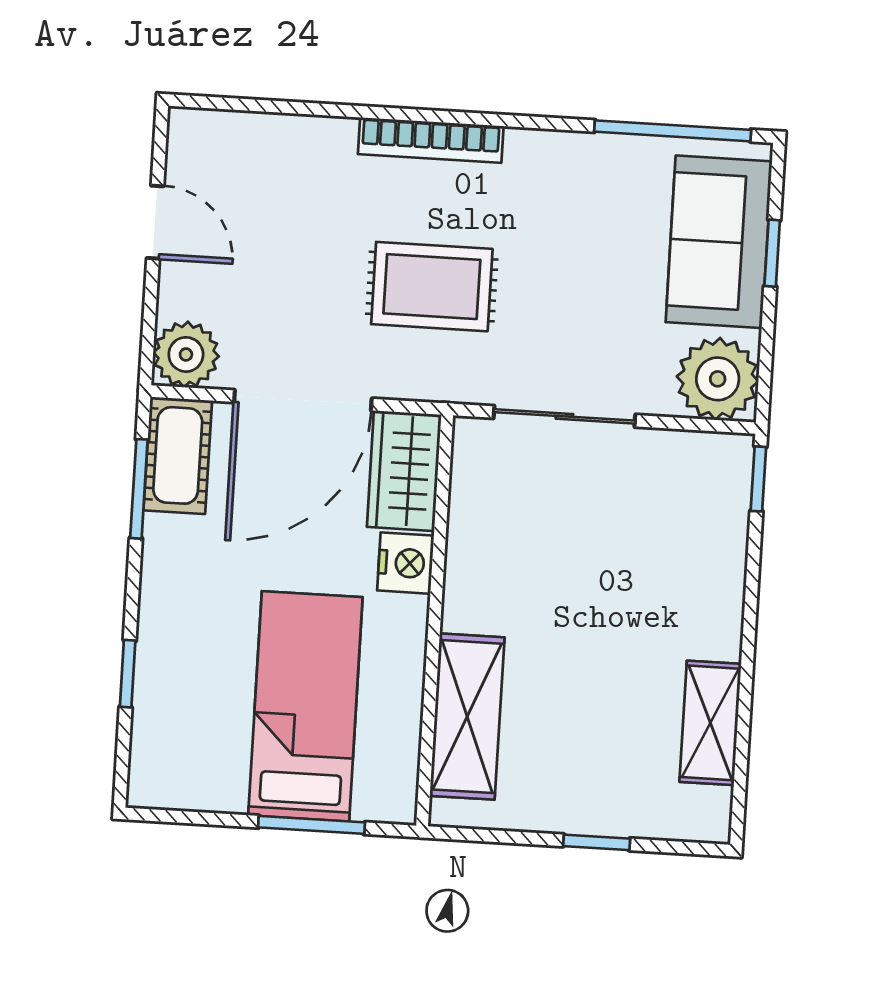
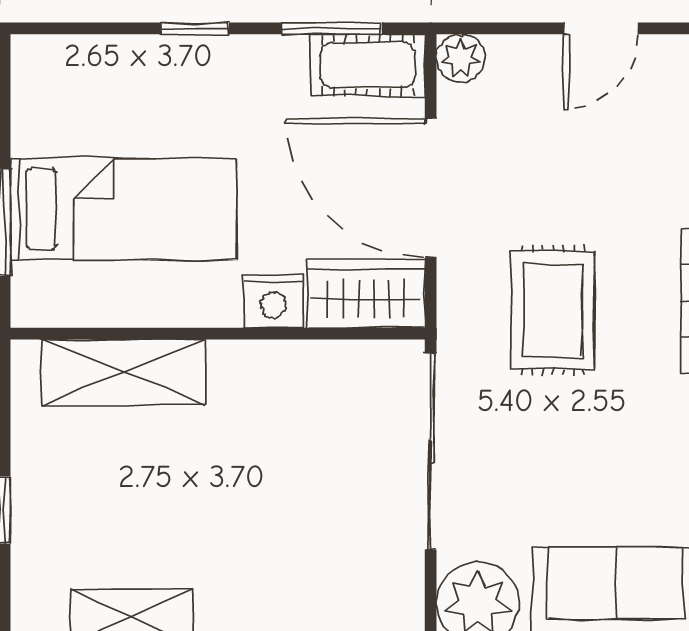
plant: (186, 354) -> (461, 58), width x0.73, depth x0.73
sliding door: (564, 416) -> (431, 451), width x1.37
window: (128, 674) -> (195, 28), moved

